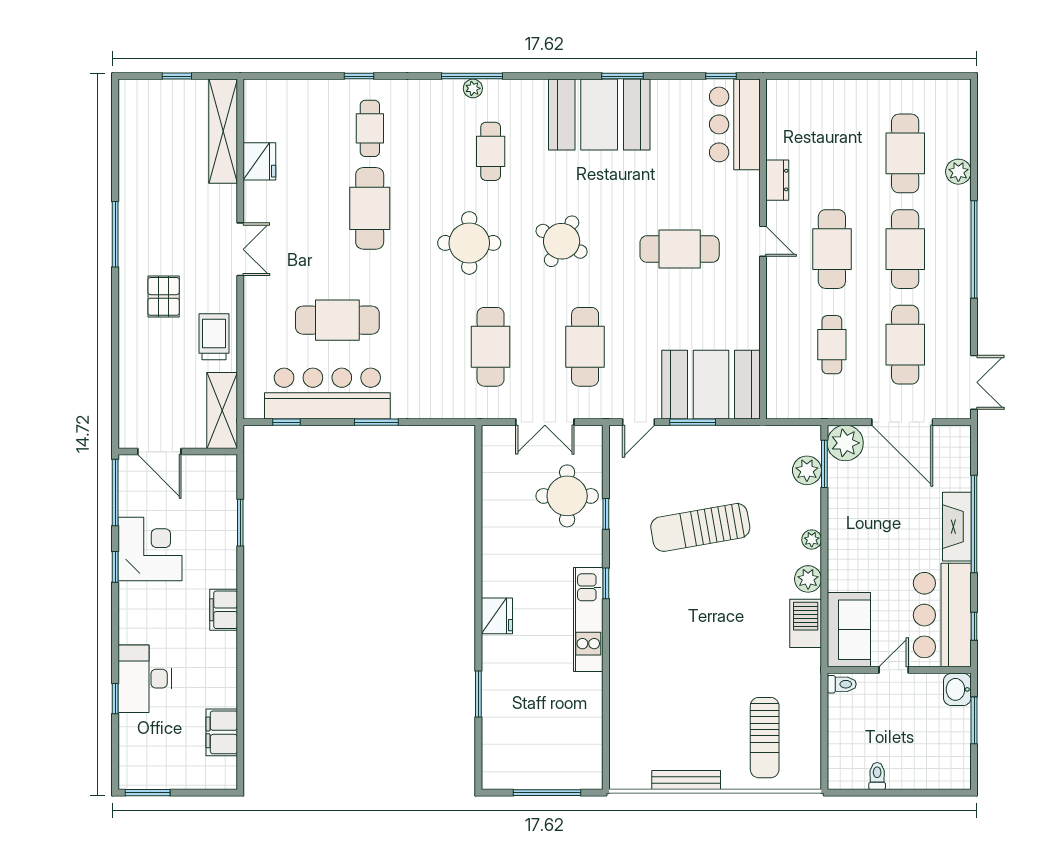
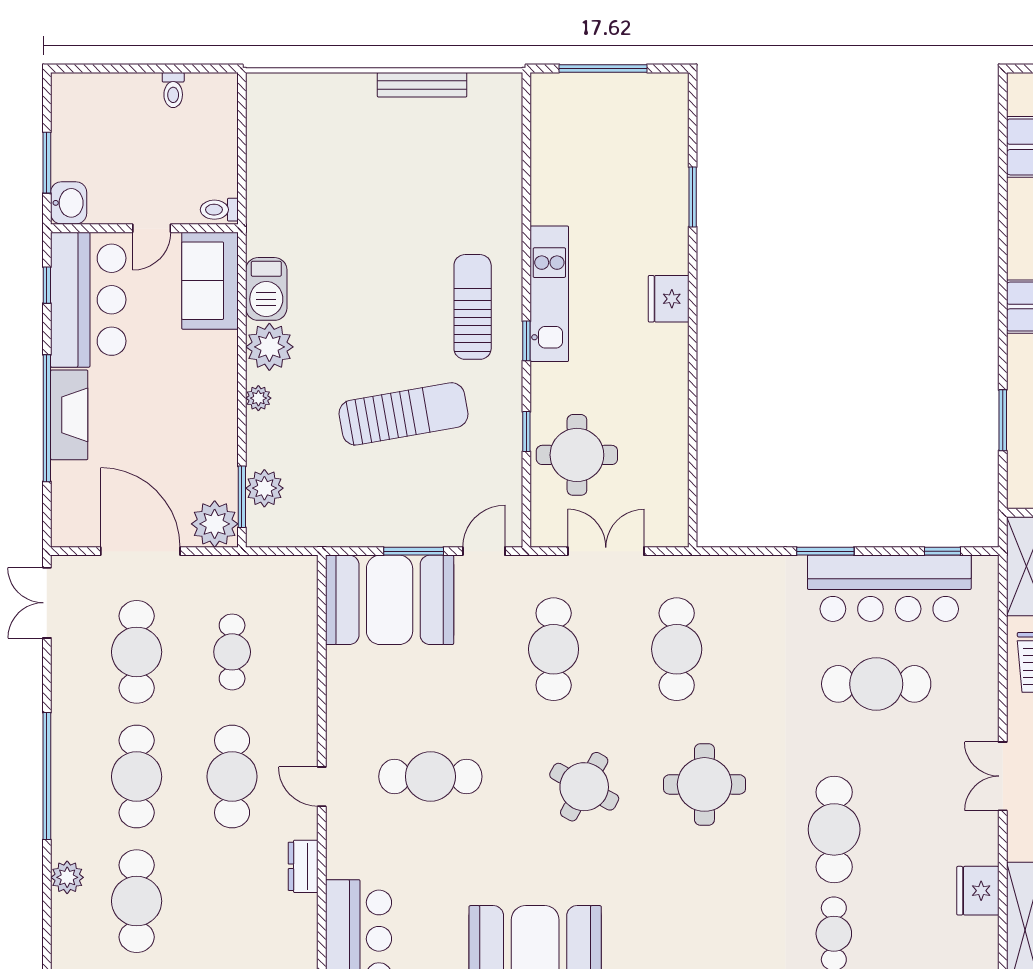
cafe table: (491, 151) -> (677, 904), removed
plant: (808, 579) -> (269, 347), width x1.36, depth x1.36
sun lounger: (765, 738) -> (473, 307), moved

